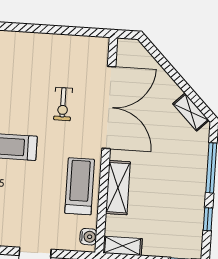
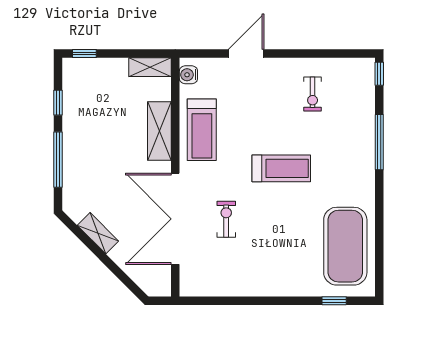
shelving: (191, 112) -> (98, 233), moved

